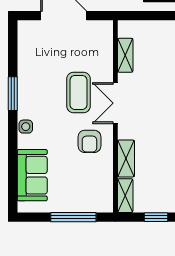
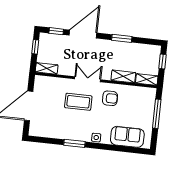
window: (157, 16) -> (35, 47), added
shelving: (125, 55) -> (47, 68), moved
double door: (115, 103) -> (88, 79), swing flipped

